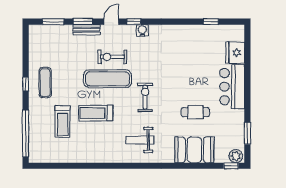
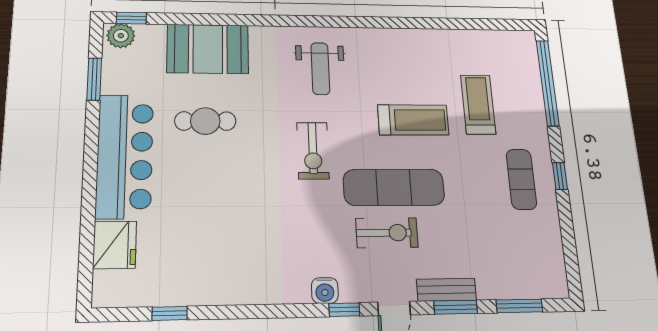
bar counter: (232, 87) -> (125, 156), width x1.36
weight bench: (140, 140) -> (320, 69), turned 90

